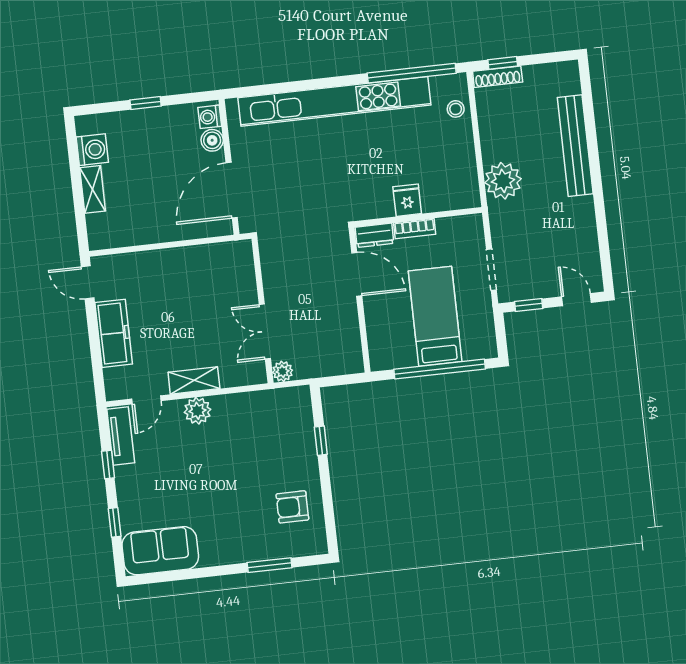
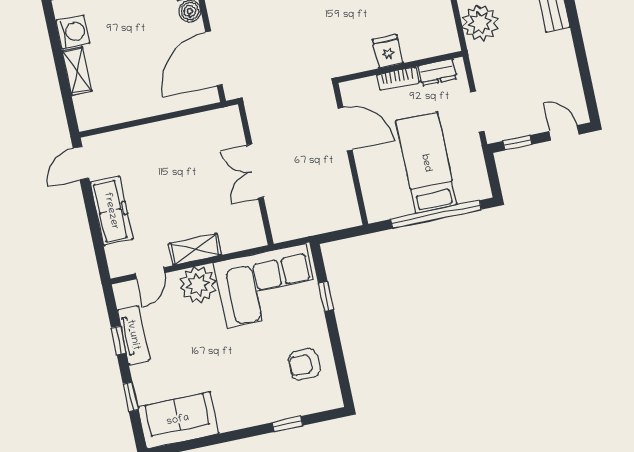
dresser: (374, 235) -> (438, 72), moved
door: (88, 282) -> (81, 163), hinge flipped
double door: (265, 332) -> (255, 171), moved
plant: (283, 371) -> (281, 232), removed
plant: (197, 411) -> (198, 285), width x1.36, depth x1.36
corner sofa: (262, 424) -> (267, 286), added
tv unit: (121, 436) -> (133, 335), moved
window: (270, 565) -> (287, 424), width x0.67

